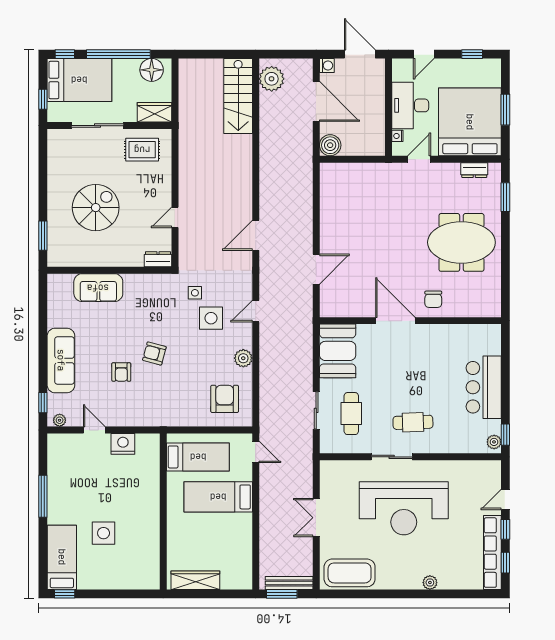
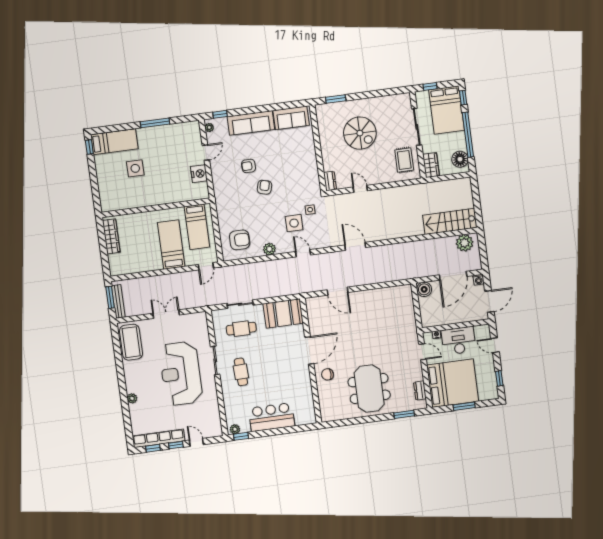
sofa: (98, 288) -> (291, 118), moved, turned -90

